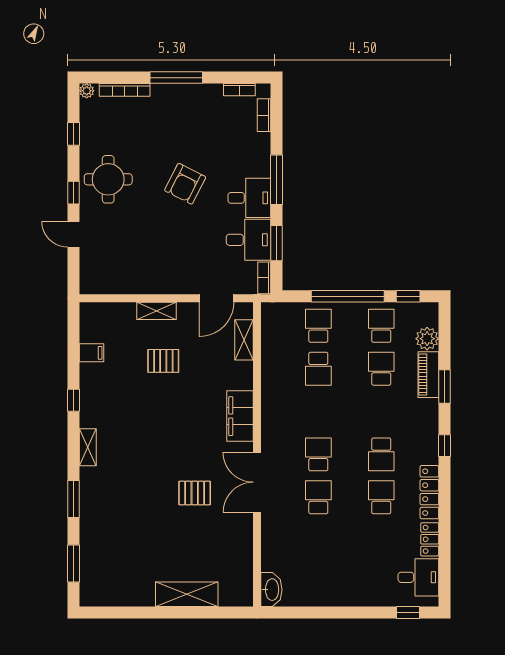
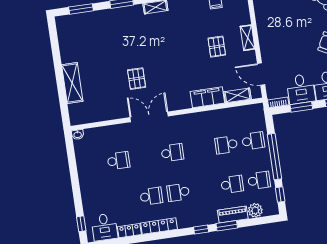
filing cabinet: (240, 416) -> (207, 97), moved
window: (445, 446) -> (201, 230), moved
school desk: (318, 497) -> (118, 161), moved
washbasin: (271, 590) -> (78, 135), width x0.52, depth x0.69

